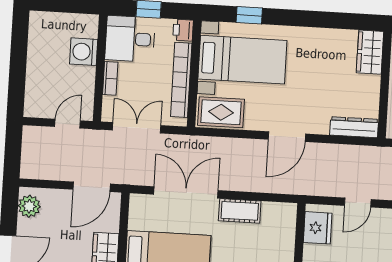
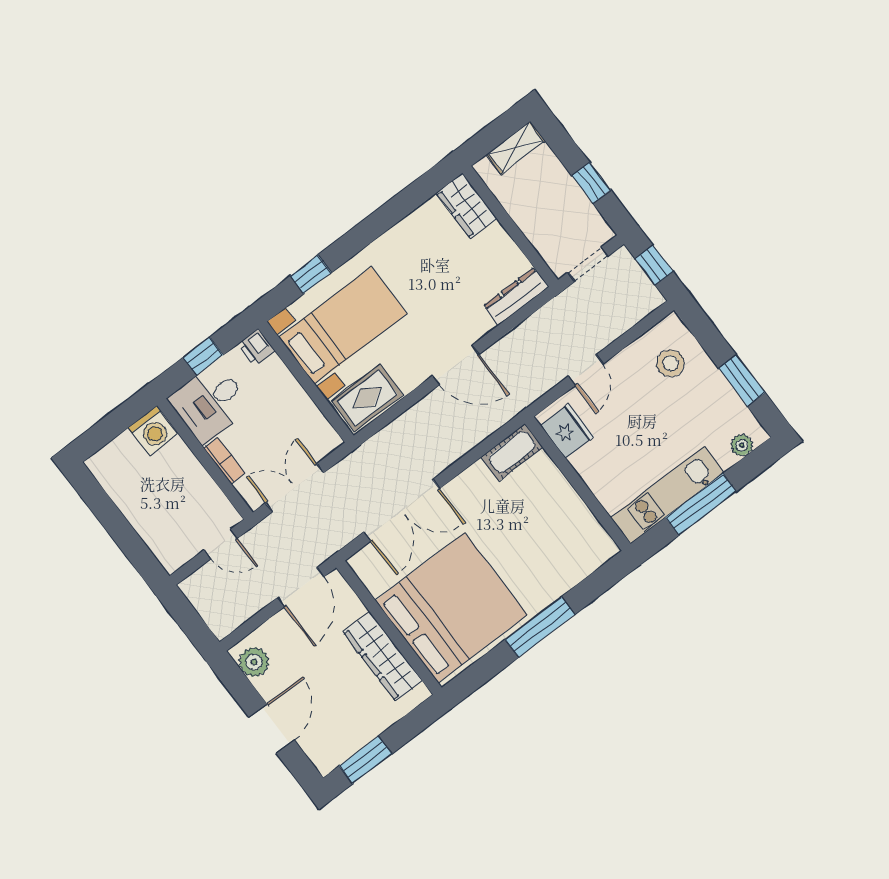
washing machine: (84, 52) -> (153, 431), moved, turned -90
bookcase: (181, 80) -> (298, 400), removed
door: (68, 124) -> (221, 544), swing flipped
door: (287, 137) -> (456, 365), hinge flipped
double door: (186, 192) -> (402, 510), swing flipped
cot: (240, 211) -> (512, 452), moved

